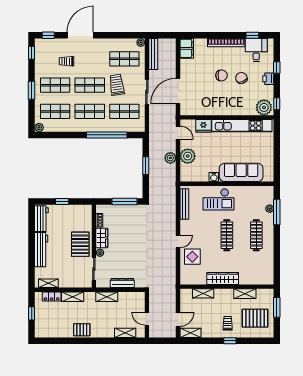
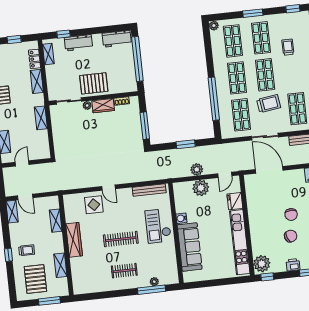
window: (62, 201) -> (137, 59), width x3.17
clothes rail: (256, 235) -> (124, 271), width x0.73
workbench: (41, 250) -> (78, 43), width x0.73
window: (32, 267) -> (64, 34), added
dresser: (122, 283) -> (57, 133), removed

